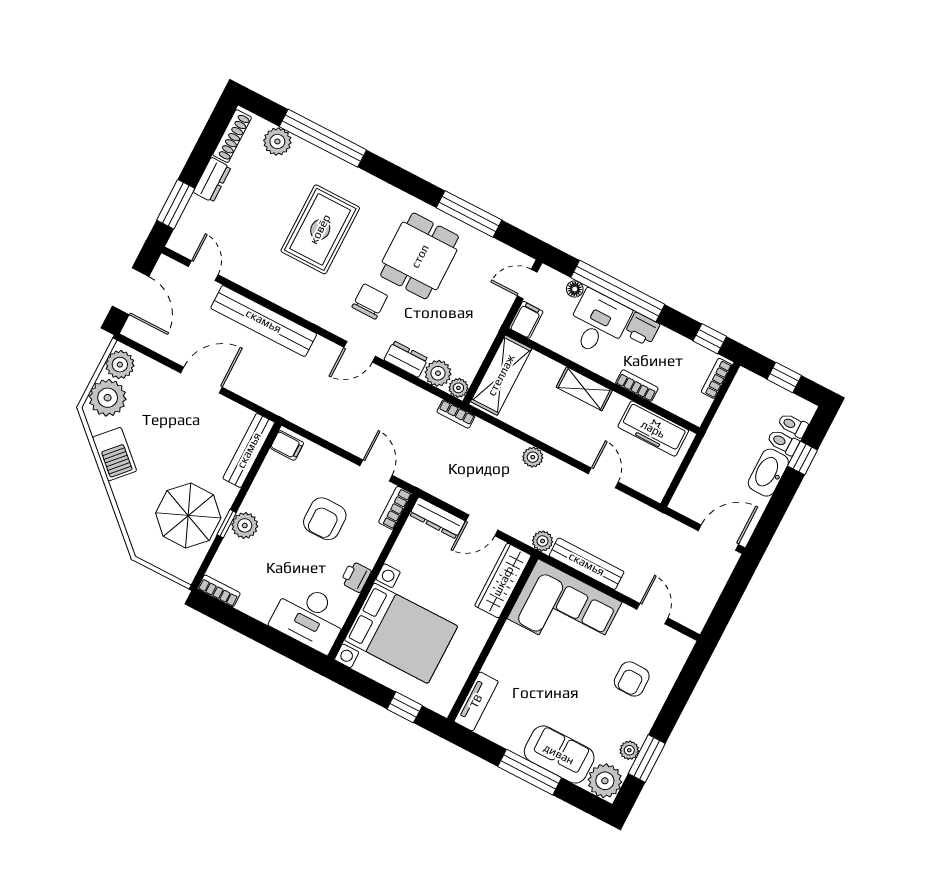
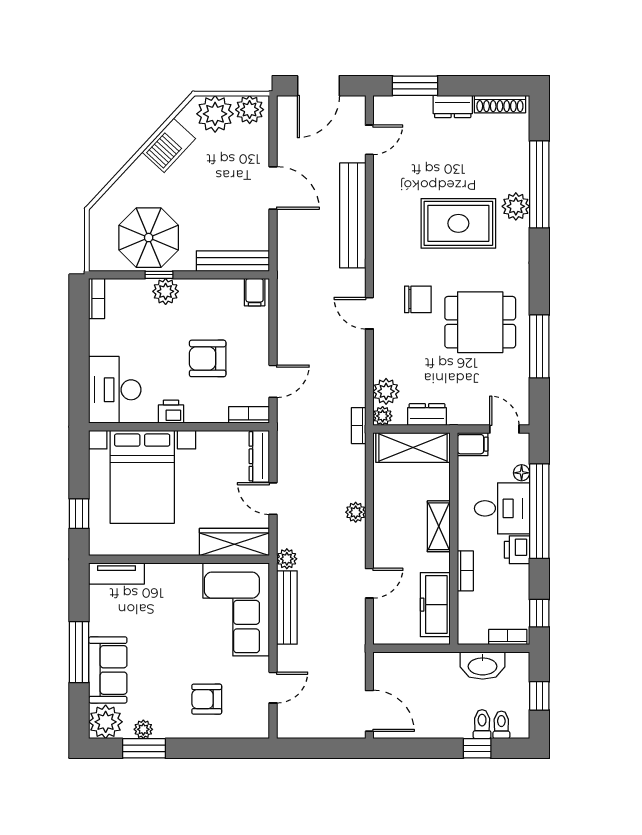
plant: (277, 141) -> (516, 206), moved
dresser: (406, 359) -> (427, 415), moved, turned -90
washbasin: (768, 473) -> (483, 666), moved, turned 180

